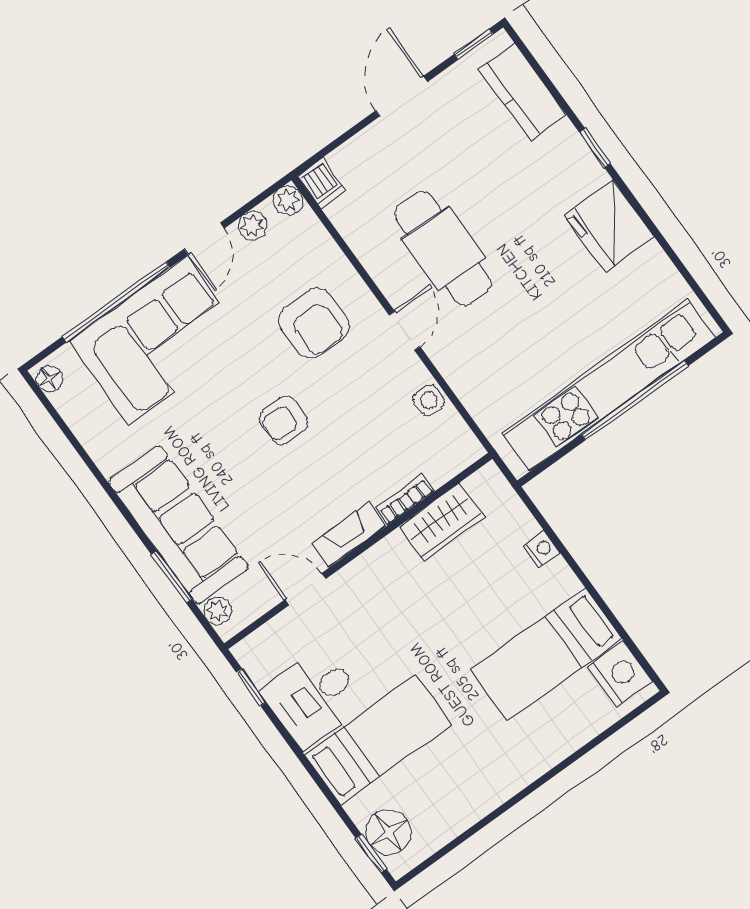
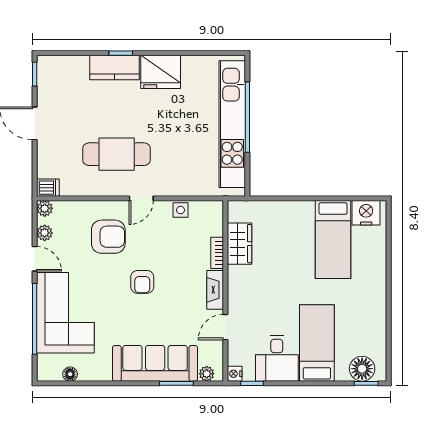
kitchen counter: (523, 92) -> (115, 67), moved
door: (404, 331) -> (141, 198), swing flipped
floor lamp: (49, 379) -> (70, 374), moved
nightstand: (542, 549) -> (235, 374), moved, turned -90

